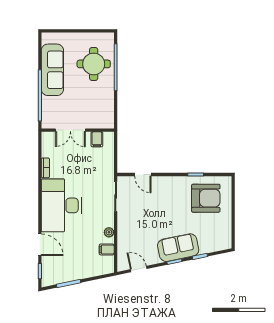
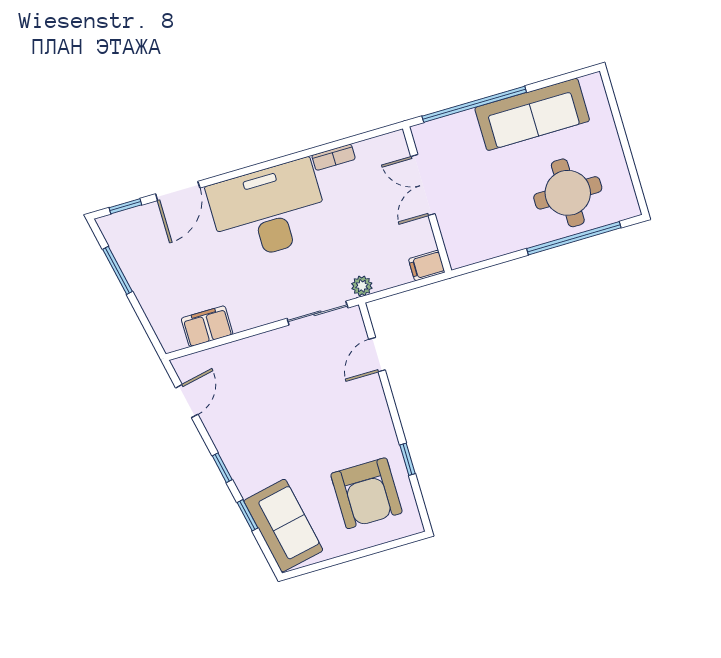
filing cabinet: (97, 139) -> (427, 266), moved
plant: (109, 232) -> (362, 286), moved
sofa: (178, 248) -> (283, 526), moved
filing cabinet: (107, 249) -> (207, 326), width x2.00

